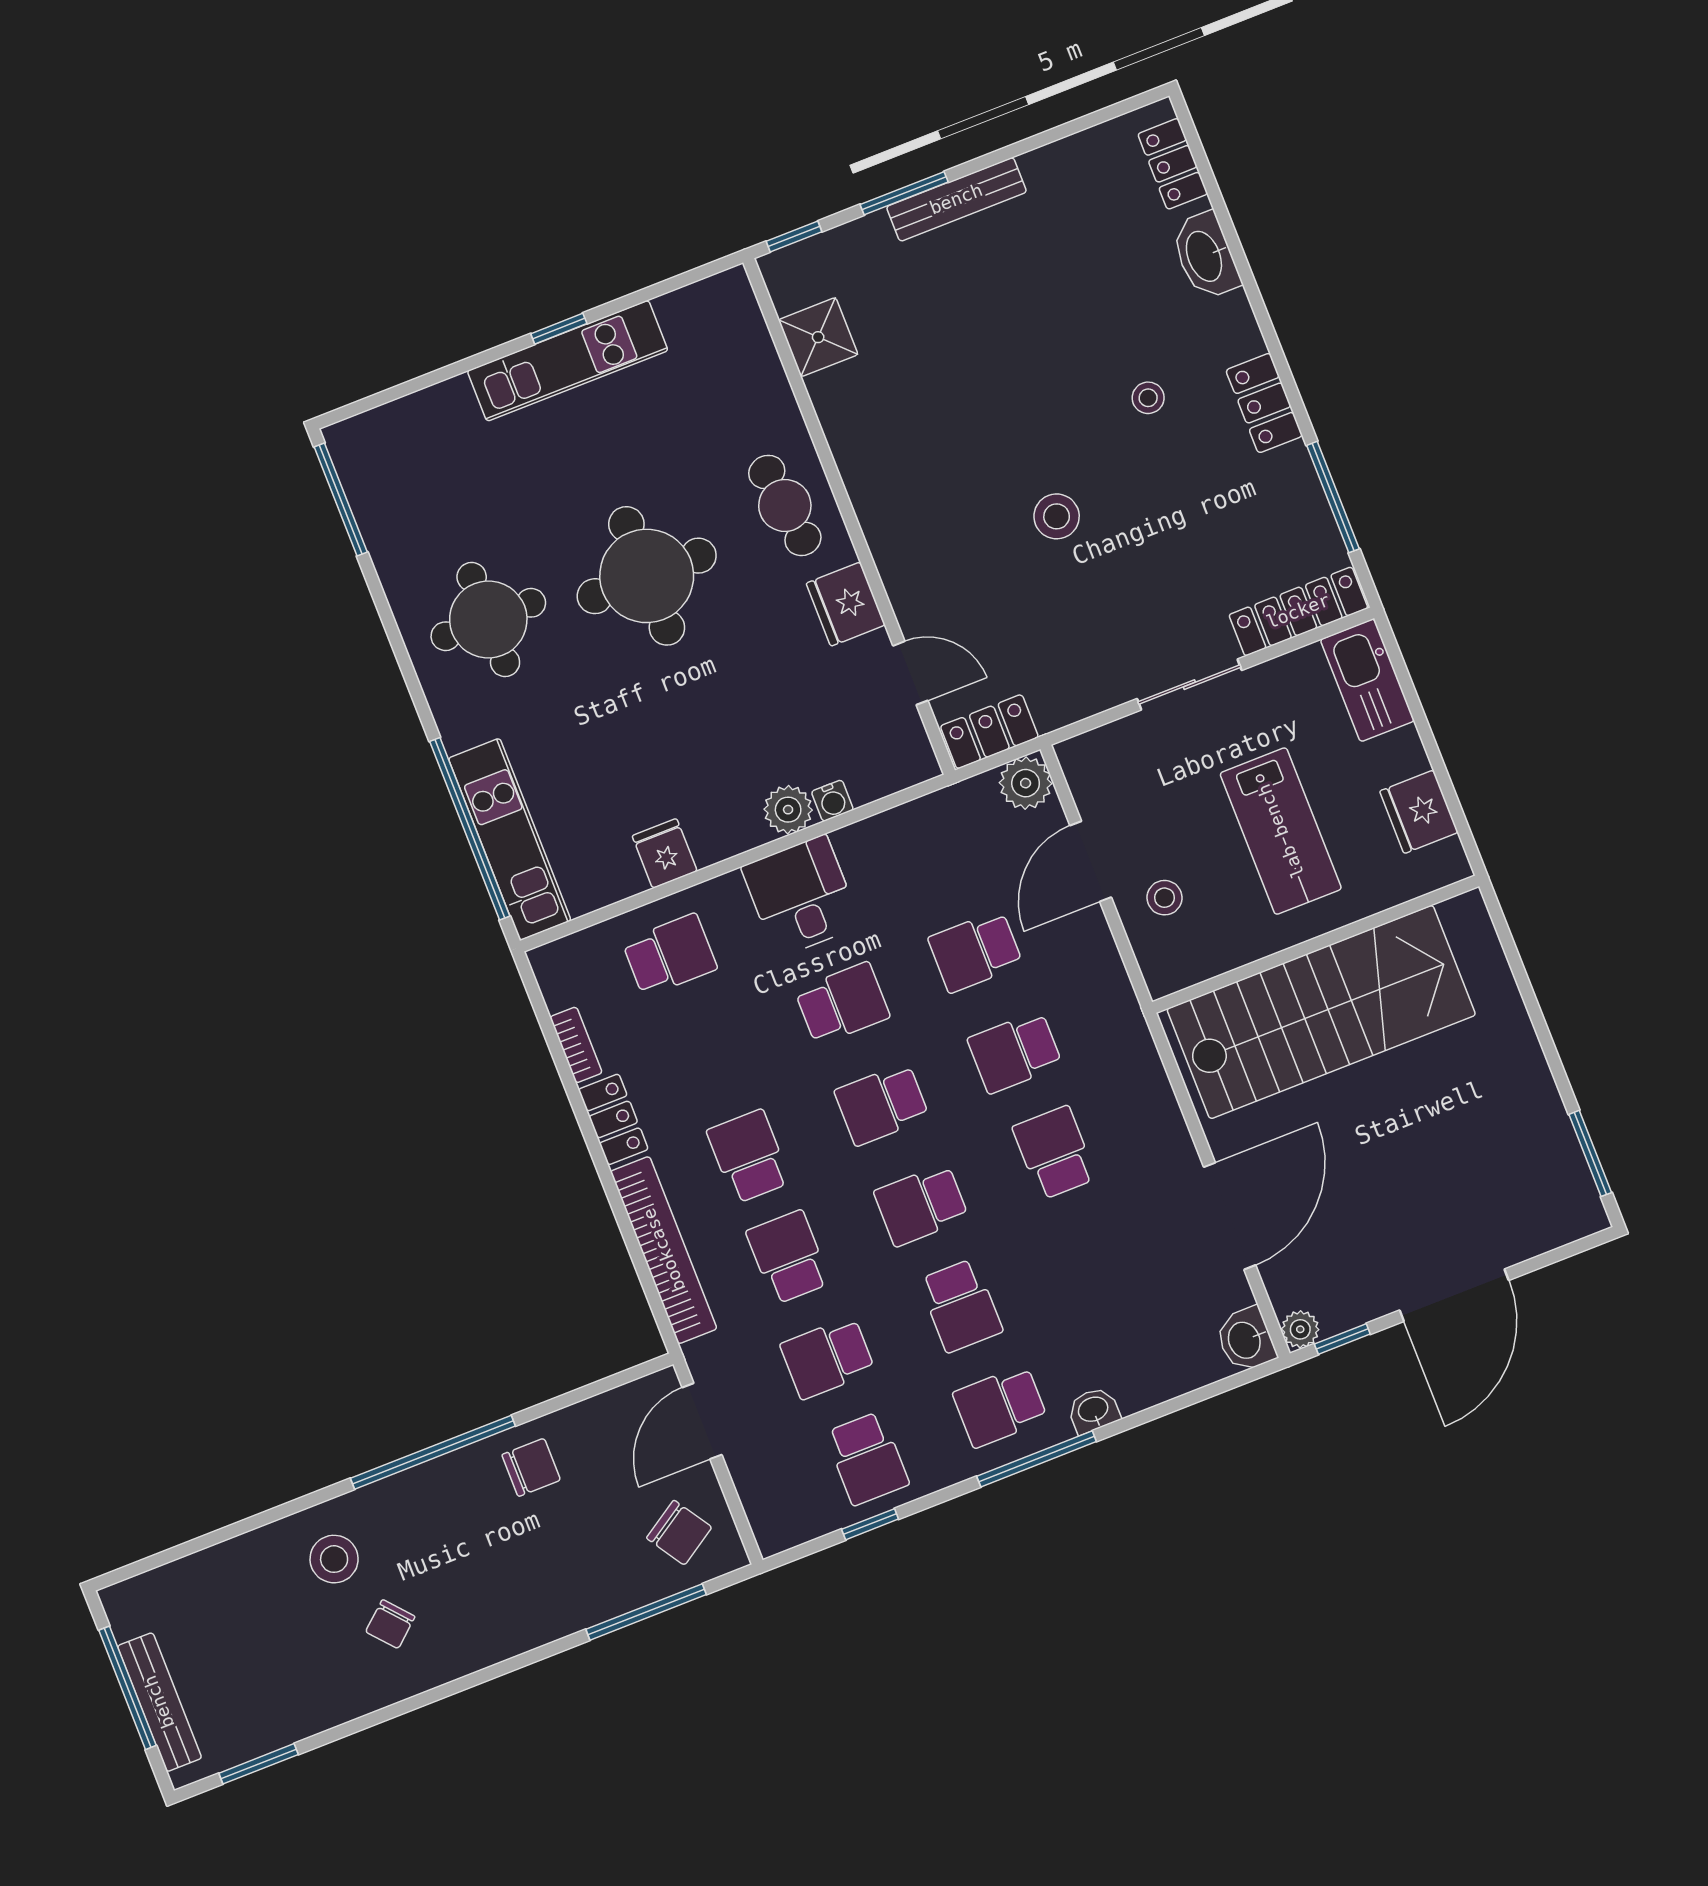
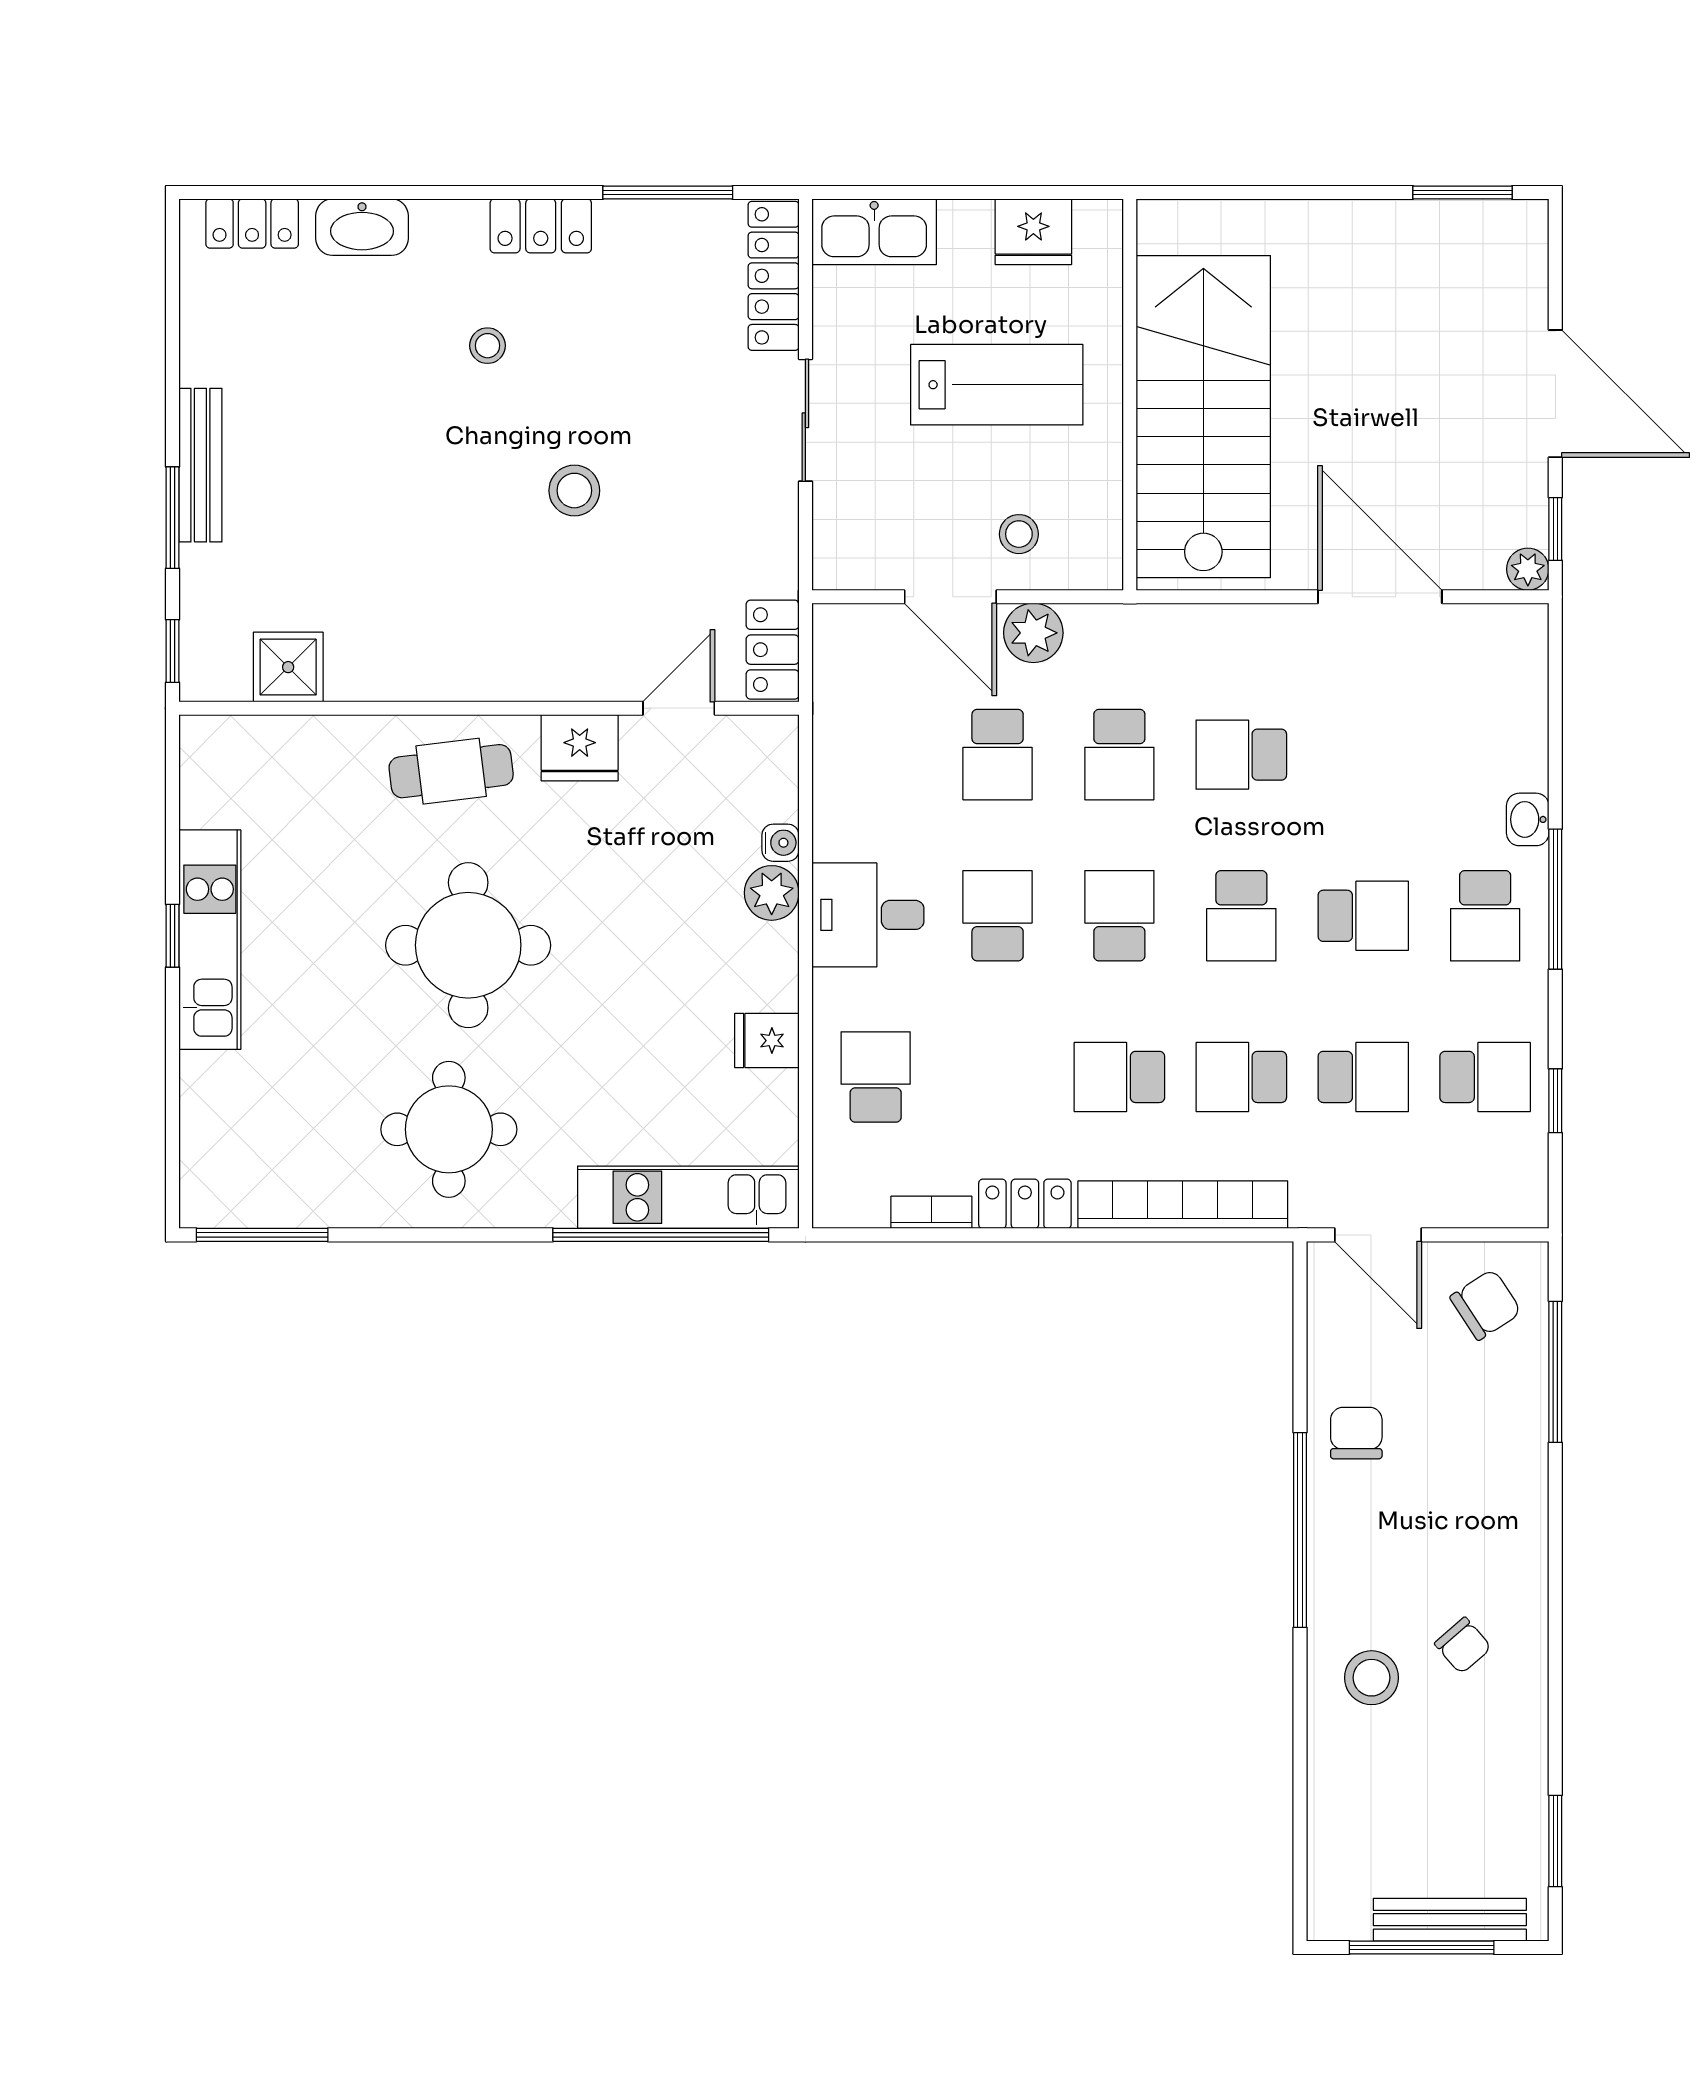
plant: (1026, 783) -> (1033, 633), moved
school desk: (882, 1104) -> (1119, 916), turned 180
washbasin: (1246, 1340) -> (1516, 631), removed
school desk: (828, 1358) -> (1363, 1077), turned -90

